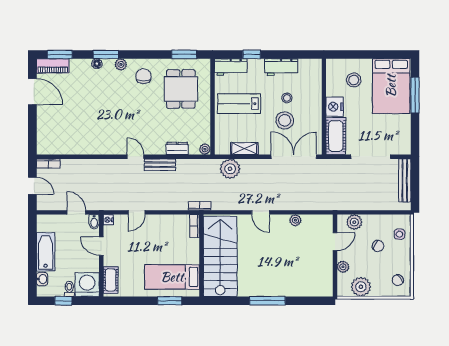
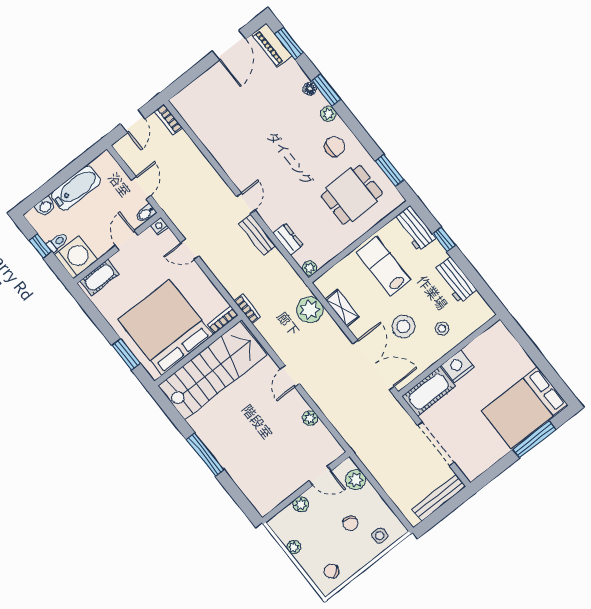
stool: (354, 80) -> (501, 364), removed
stool: (287, 98) -> (442, 329), moved
bed: (172, 277) -> (165, 327), width x2.04
plant: (361, 287) -> (294, 547), width x0.53, depth x0.53

